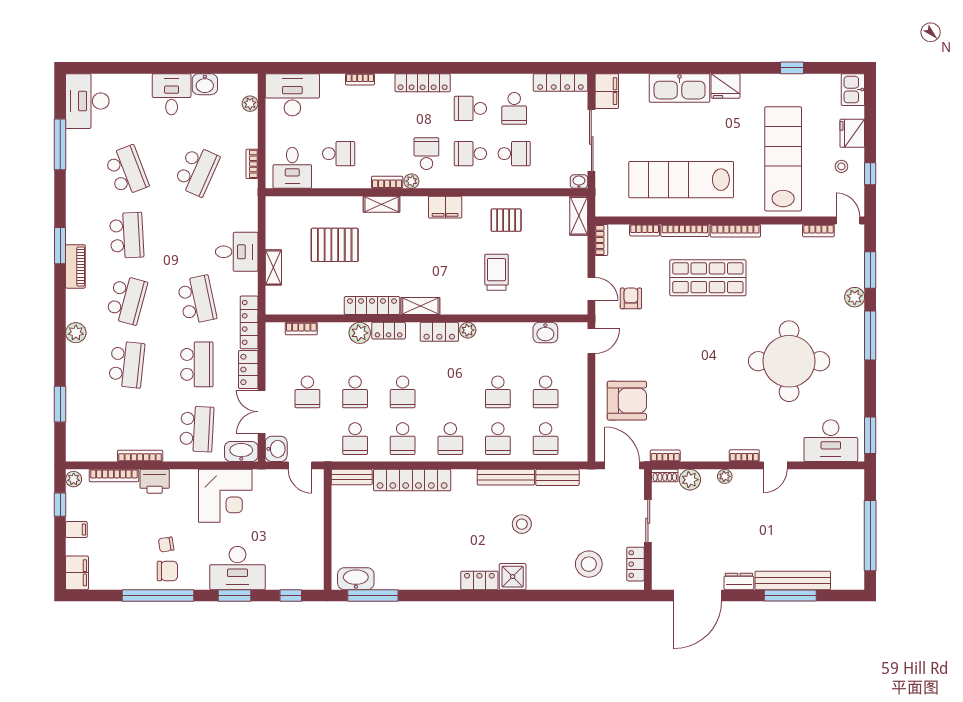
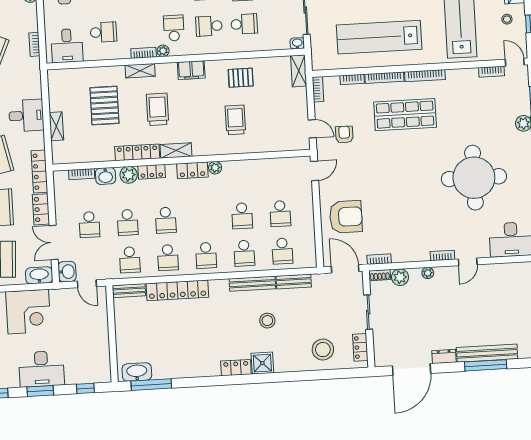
pallet: (335, 245) -> (104, 105), turned 90
trolley: (400, 253) -> (158, 109), added
washbasin: (545, 333) -> (106, 176), moved

